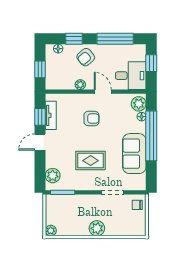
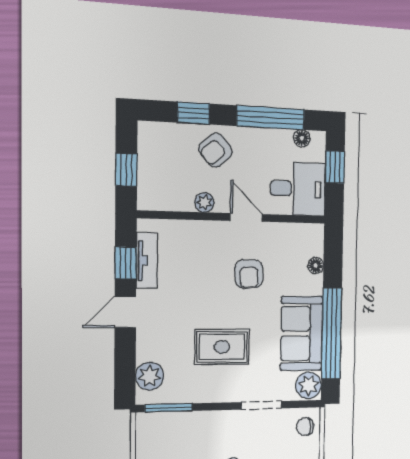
floor lamp: (58, 49) -> (302, 138), moved
plant: (139, 104) -> (308, 385), moved
armchair: (91, 119) -> (249, 274), moved, turned 88
window: (151, 136) -> (332, 334), moved

